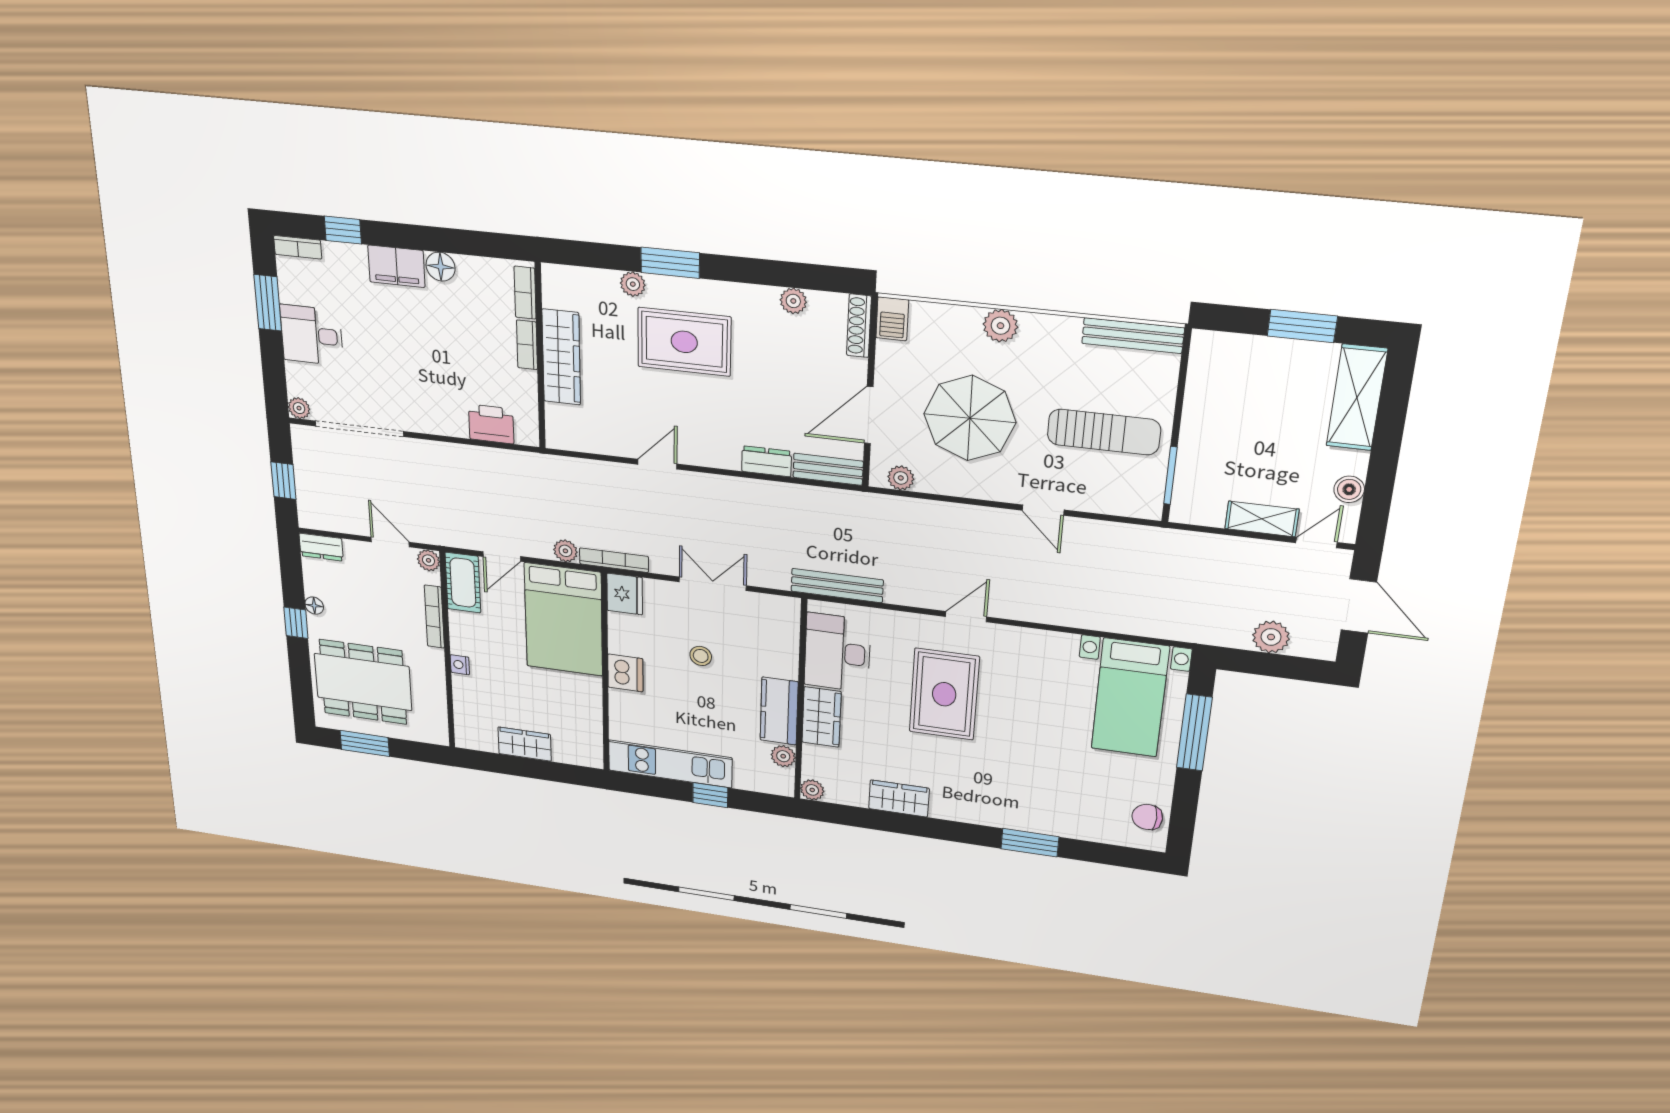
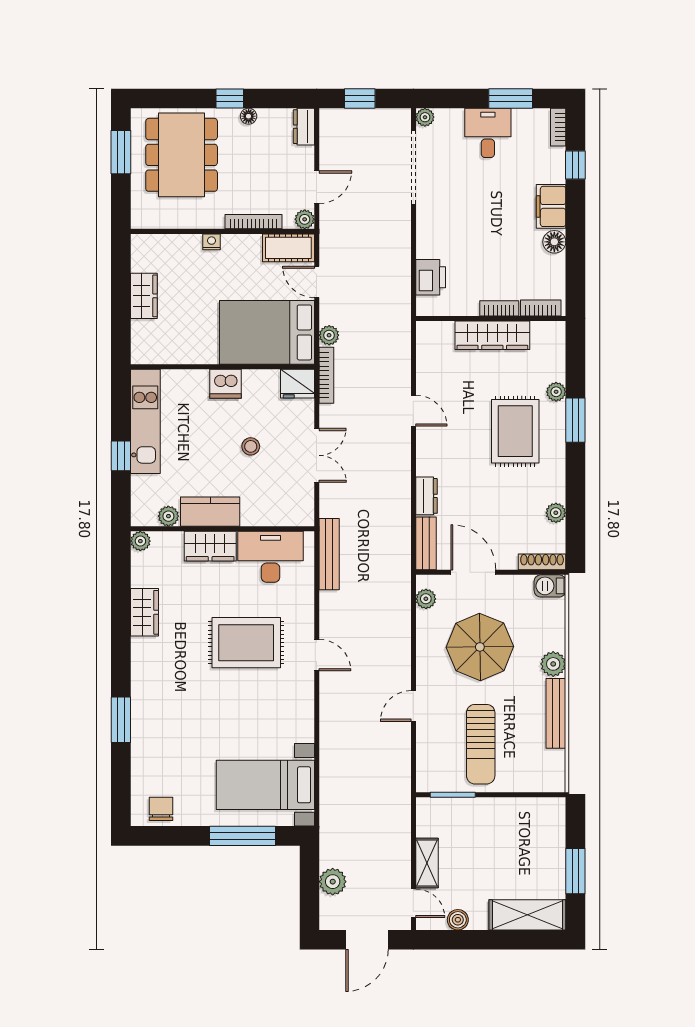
bench: (1133, 336) -> (556, 713), moved

